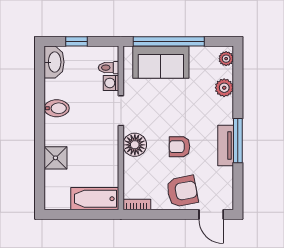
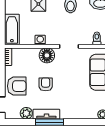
washing machine: (111, 83) -> (40, 40), moved
plant: (224, 88) -> (26, 113), moved
armchair: (182, 191) -> (17, 86), turned -79

